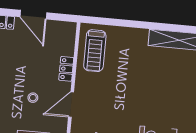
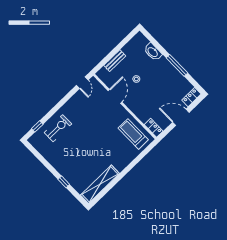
locker: (66, 69) -> (154, 128), moved

